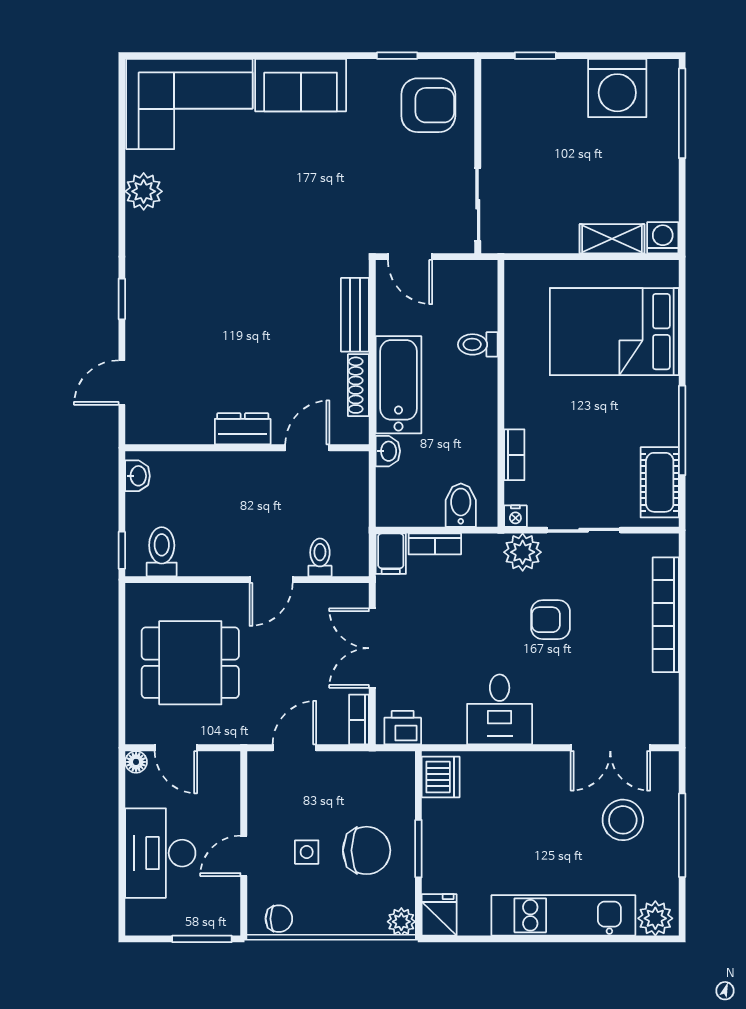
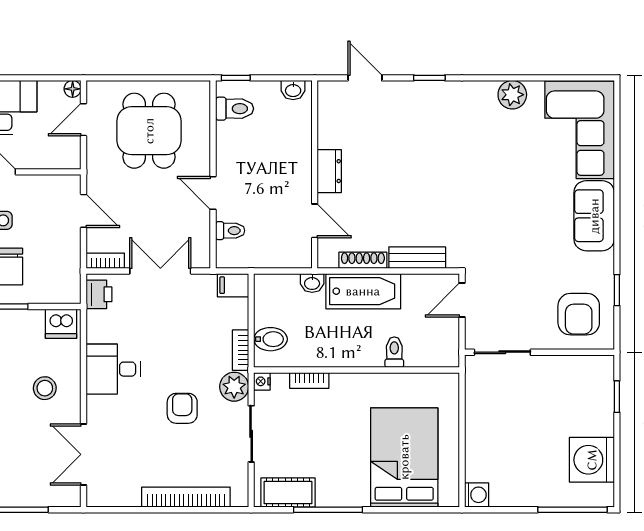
shelving: (612, 239) -> (476, 456), removed
bookcase: (435, 544) -> (241, 350), moved
stool: (623, 820) -> (45, 388), moved, width x0.73, depth x0.73

